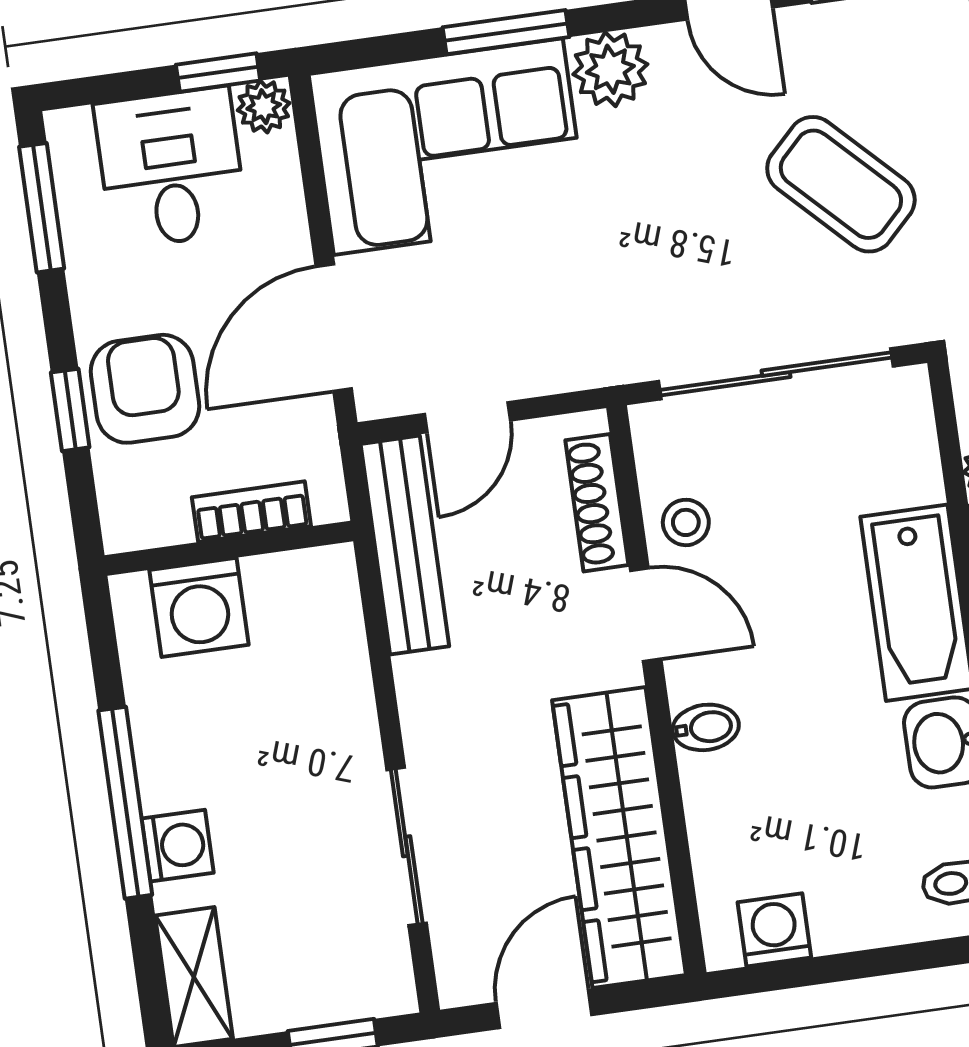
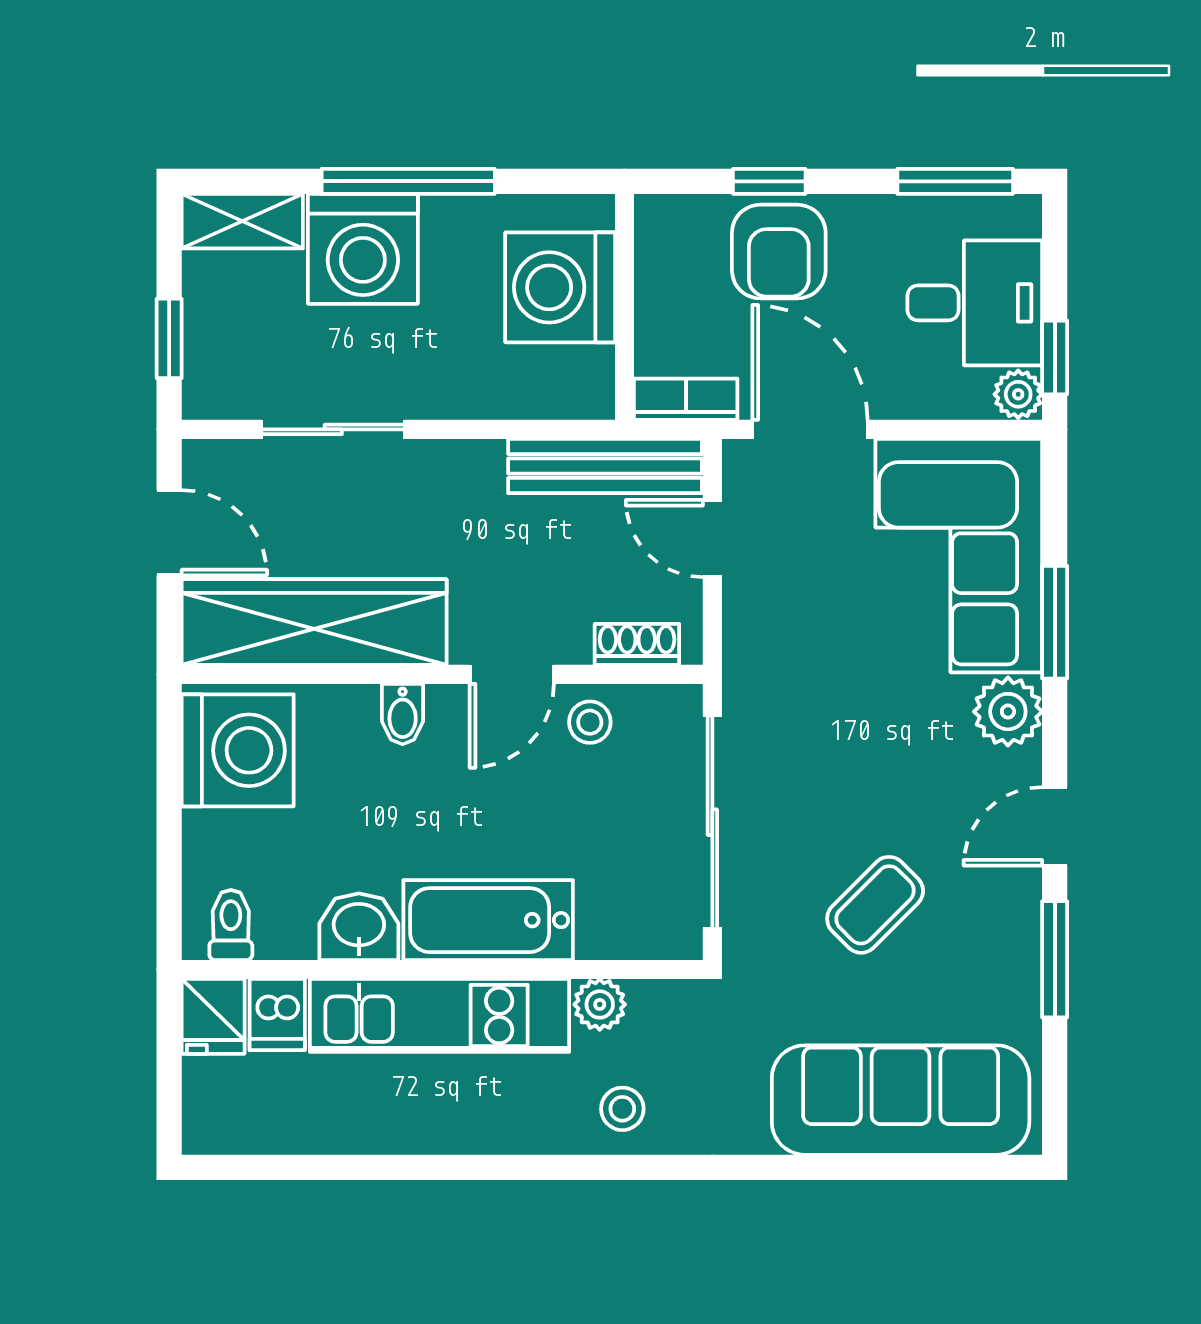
coffee table: (841, 184) -> (875, 905), width x0.73, depth x0.77
armchair: (145, 389) -> (779, 252), turned 90
shoe rack: (597, 503) -> (637, 644), width x0.70
bookcase: (251, 512) -> (686, 399), moved, turned -90
washing machine: (199, 607) -> (560, 287), width x1.37, depth x1.37
washing machine: (178, 846) -> (363, 249), width x1.89, depth x1.89
washing machine: (774, 930) -> (238, 750), width x1.89, depth x1.89

